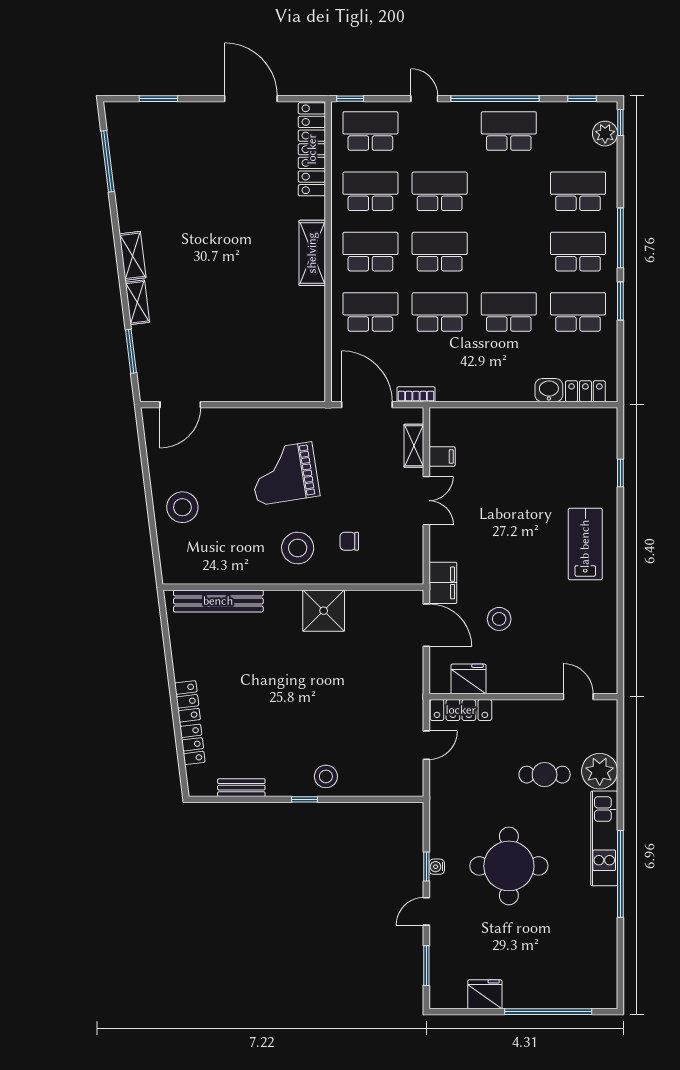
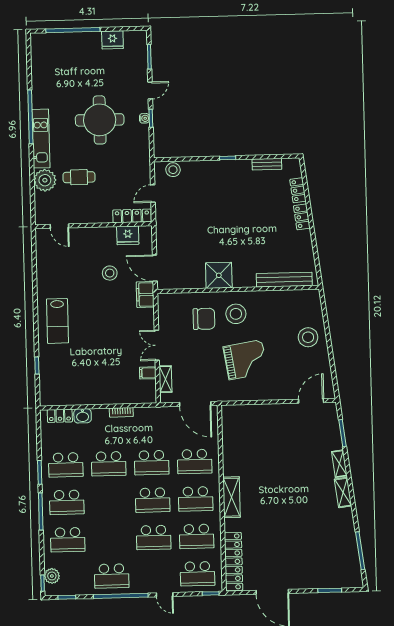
bookcase: (416, 394) -> (121, 412), moved
chair: (349, 541) -> (204, 319), width x1.87, depth x1.87
stool: (326, 776) -> (173, 170), moved

